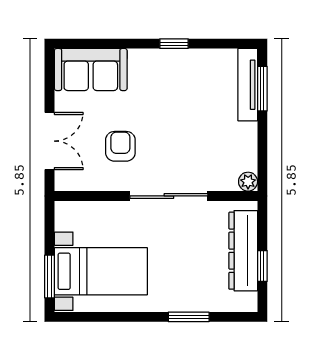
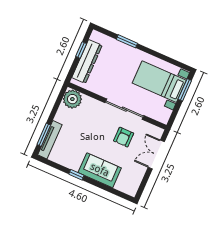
sofa: (91, 70) -> (100, 170), moved
plant: (248, 182) -> (72, 99), width x1.88, depth x1.88
sliding door: (169, 196) -> (124, 109), moved

